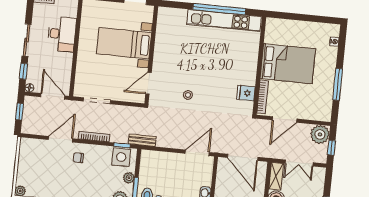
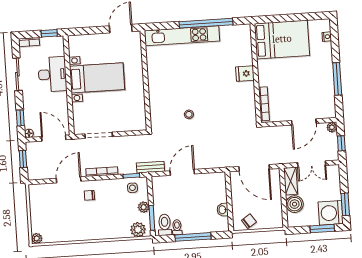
kitchen unit: (224, 20) -> (182, 36), moved
sliding door: (27, 40) -> (17, 74), moved
bed with nightstands: (124, 43) -> (97, 78), moved, turned 180
bed: (288, 64) -> (282, 39), moved
door: (148, 83) -> (147, 109), removed
fridge: (246, 93) -> (245, 74), moved
door: (284, 119) -> (304, 122), moved
plant: (320, 134) -> (332, 127), width x0.53, depth x0.53
door: (197, 153) -> (182, 172), moved
side table: (121, 157) -> (132, 188), width x0.54, depth x0.54

